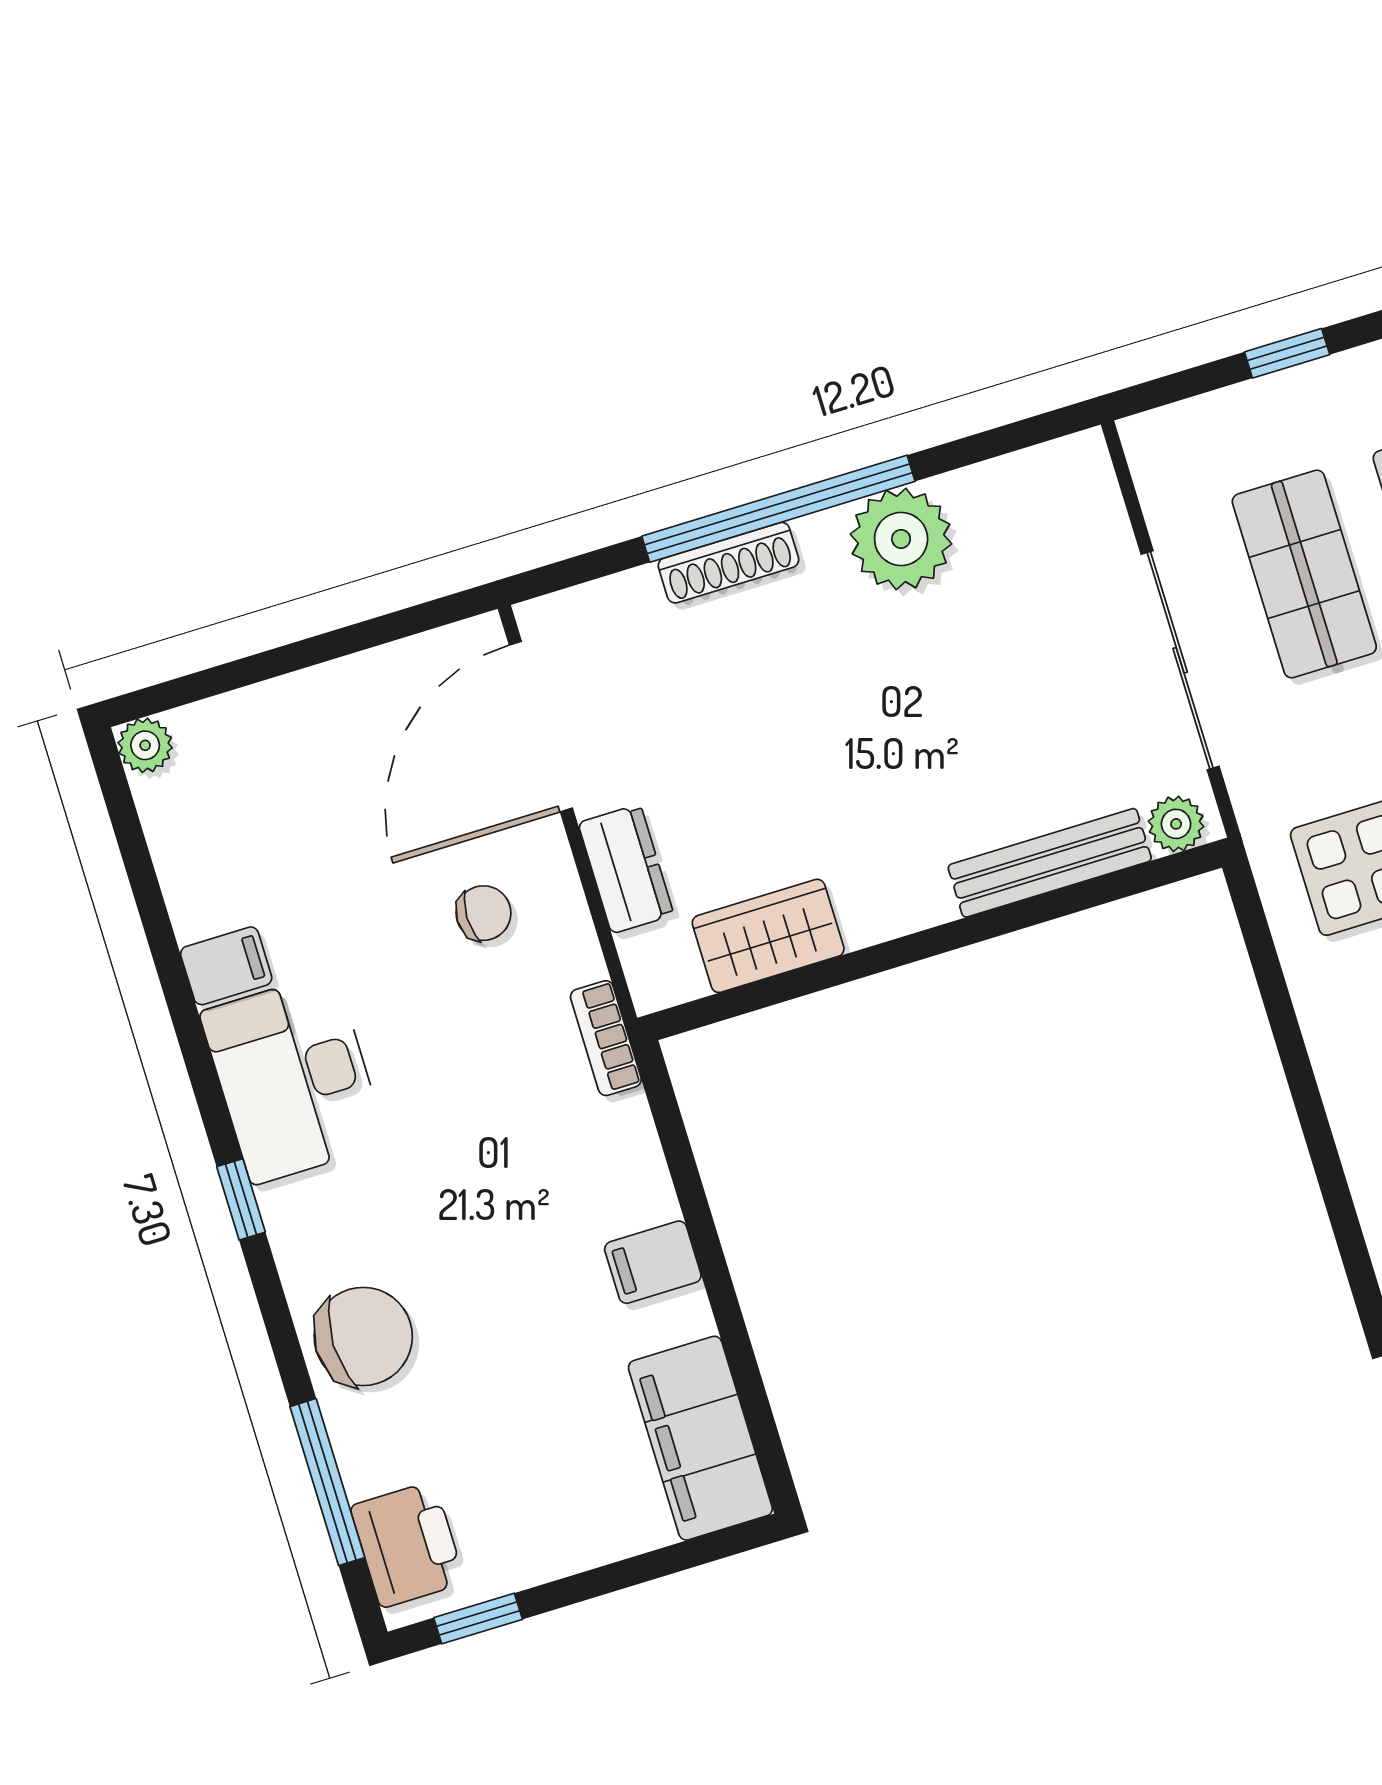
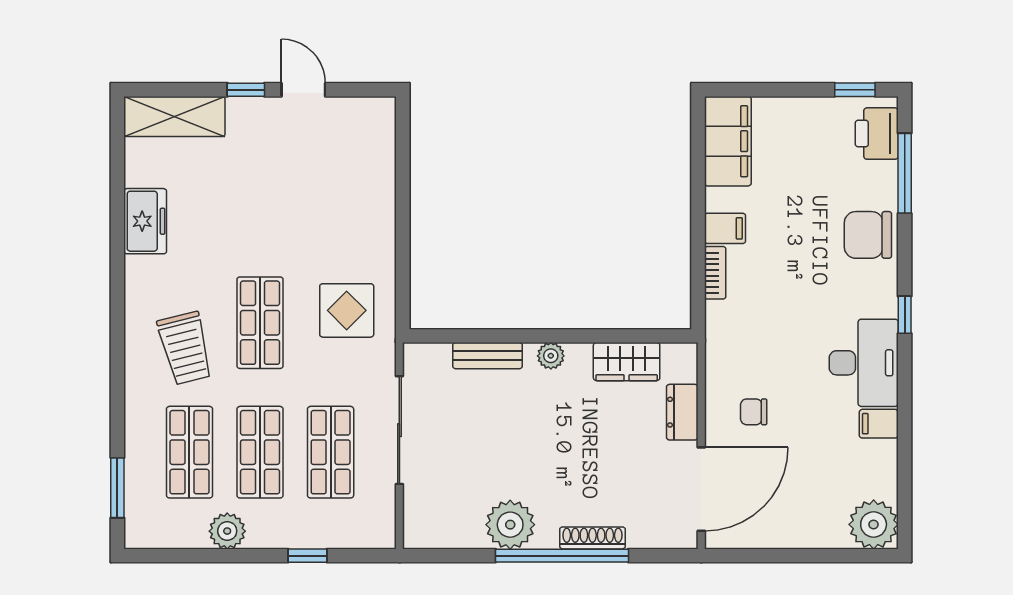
plant: (145, 745) -> (874, 524), width x1.88, depth x1.88
plant: (1176, 824) -> (551, 356), moved
bench: (1050, 863) -> (488, 356), width x0.73
bookcase: (606, 1038) -> (715, 273), moved

